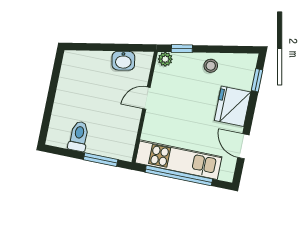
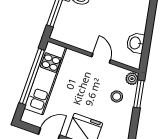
window: (182, 49) -> (139, 94), width x1.50
stool: (211, 66) -> (117, 96), moved

